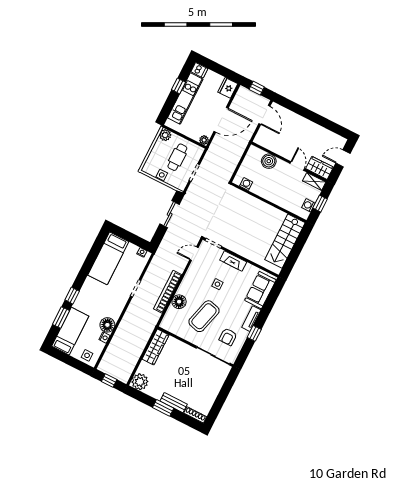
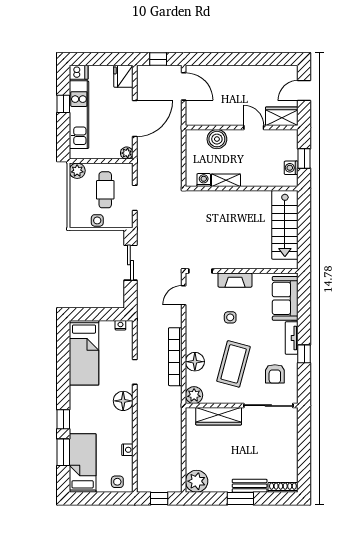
shelving: (314, 181) -> (226, 180), moved
plant: (167, 324) -> (194, 395), added
floor lamp: (107, 325) -> (123, 401), moved
wardrobe: (156, 347) -> (219, 416), moved, turned 90

